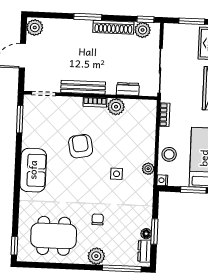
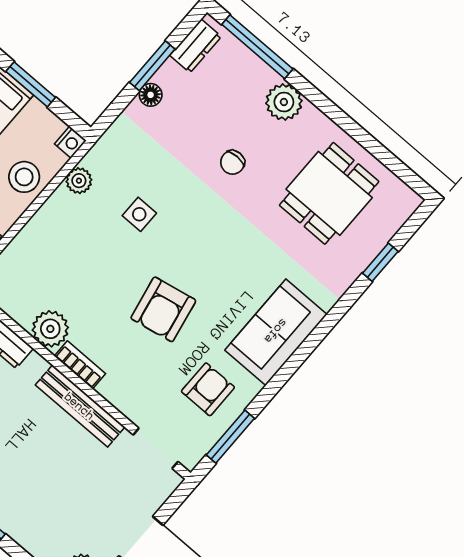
armchair: (41, 130) -> (208, 389), added
floor lamp: (146, 234) -> (151, 95), moved
dining table: (54, 236) -> (329, 193), width x0.73
window: (14, 246) -> (380, 262), moved

